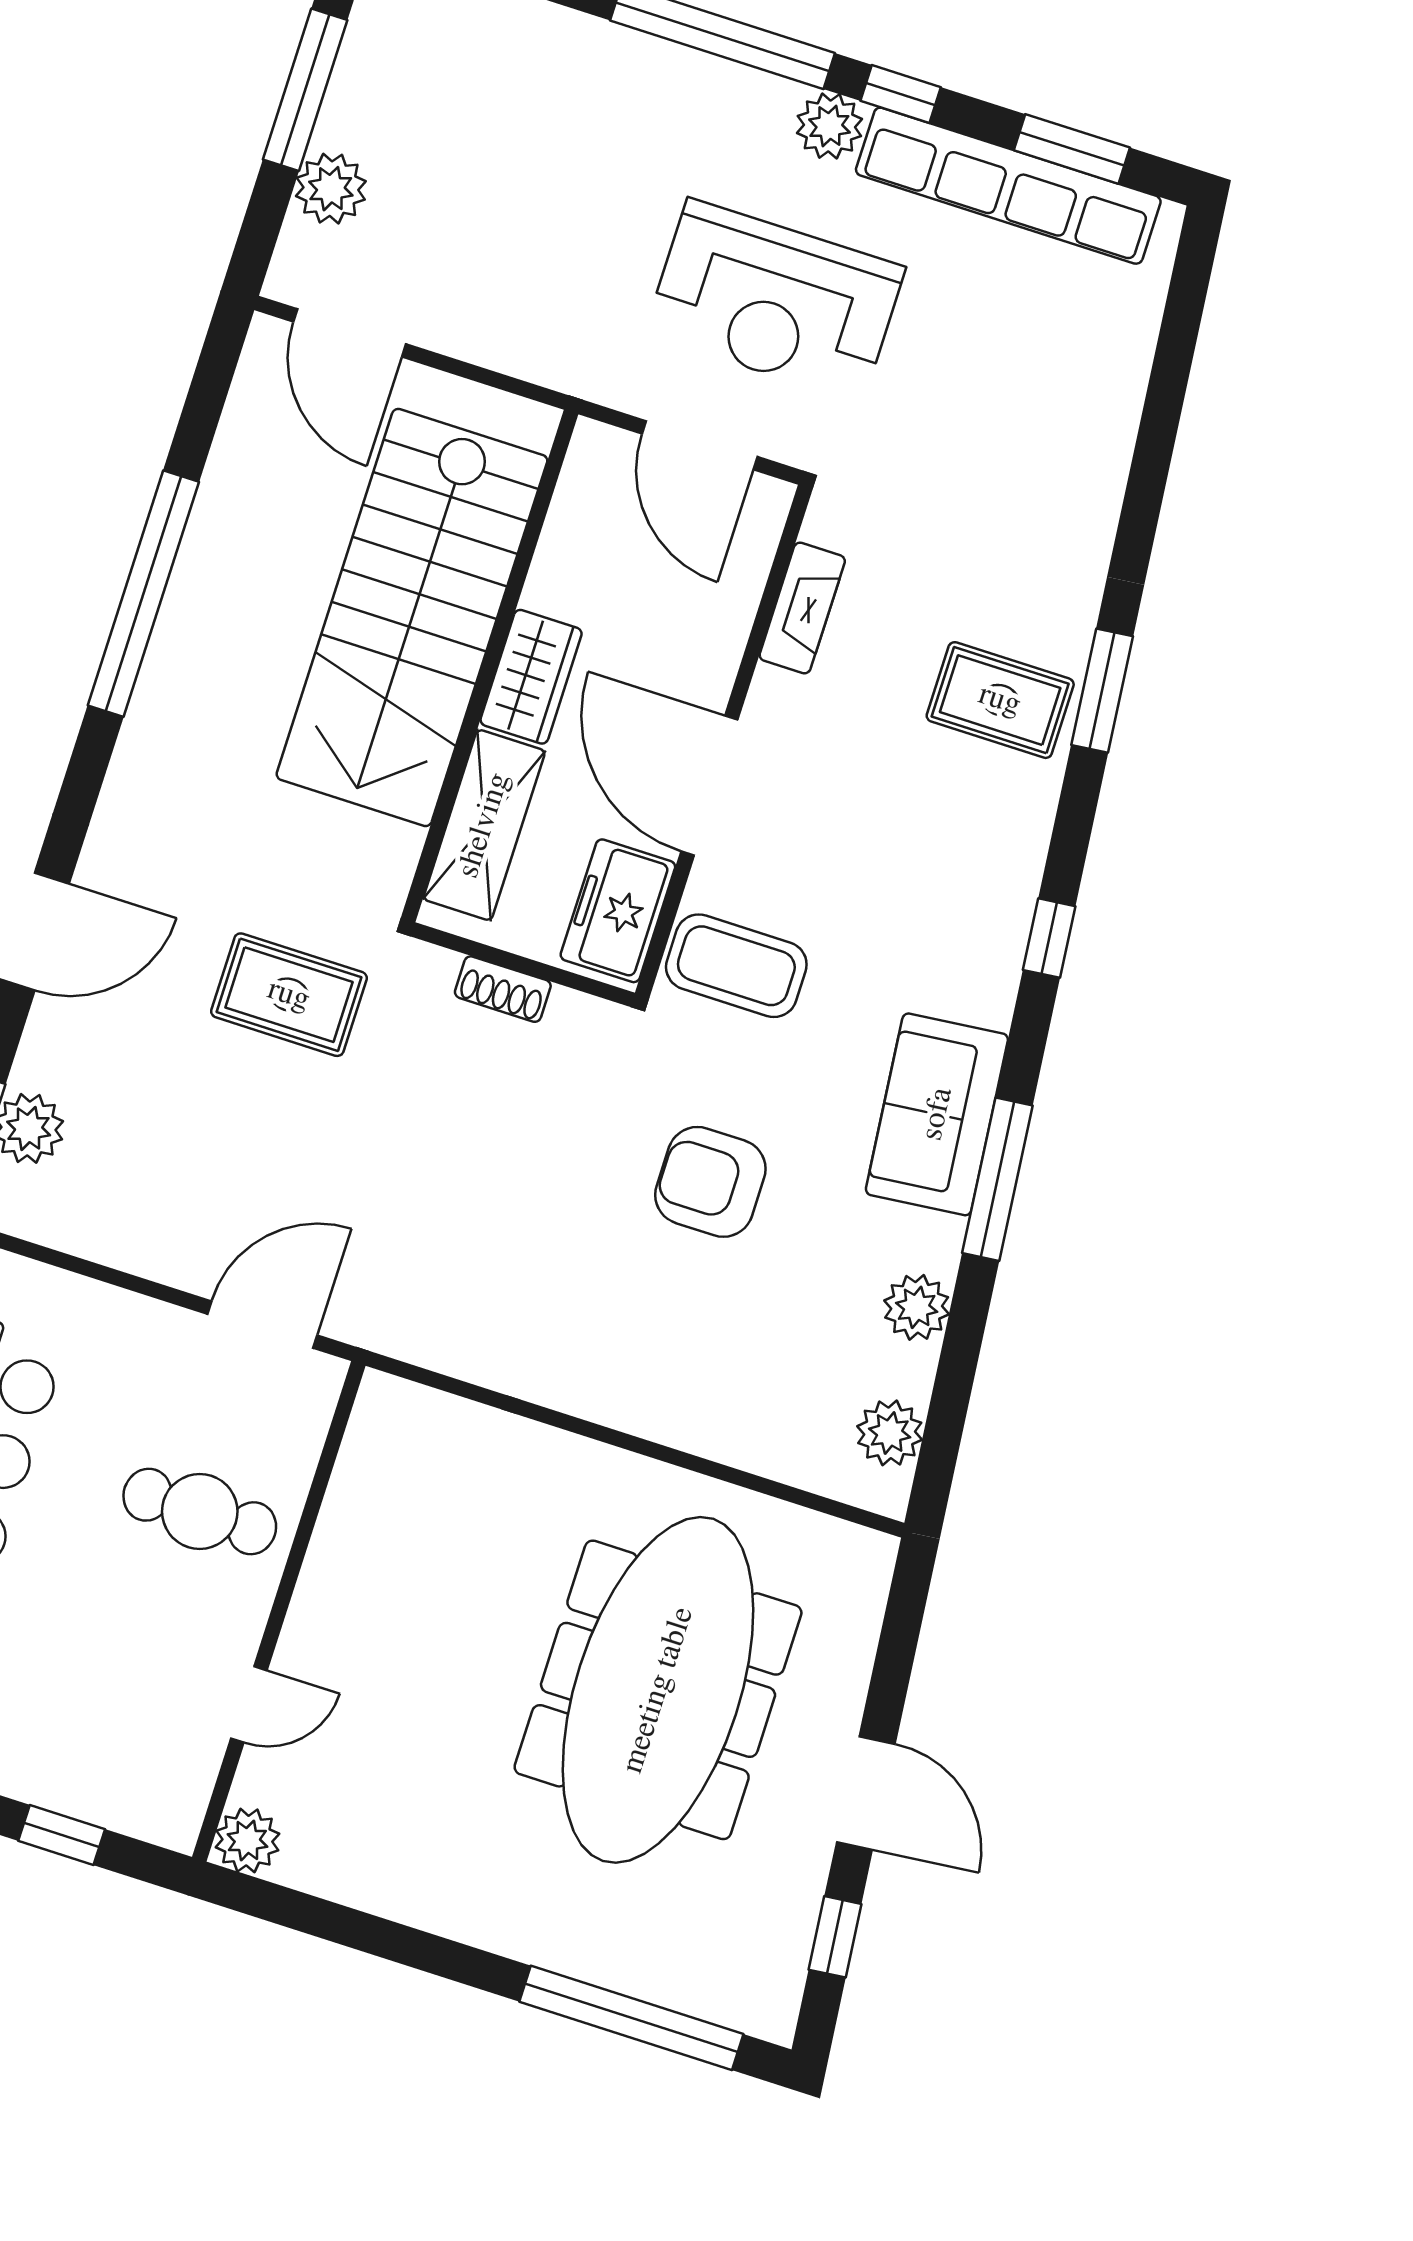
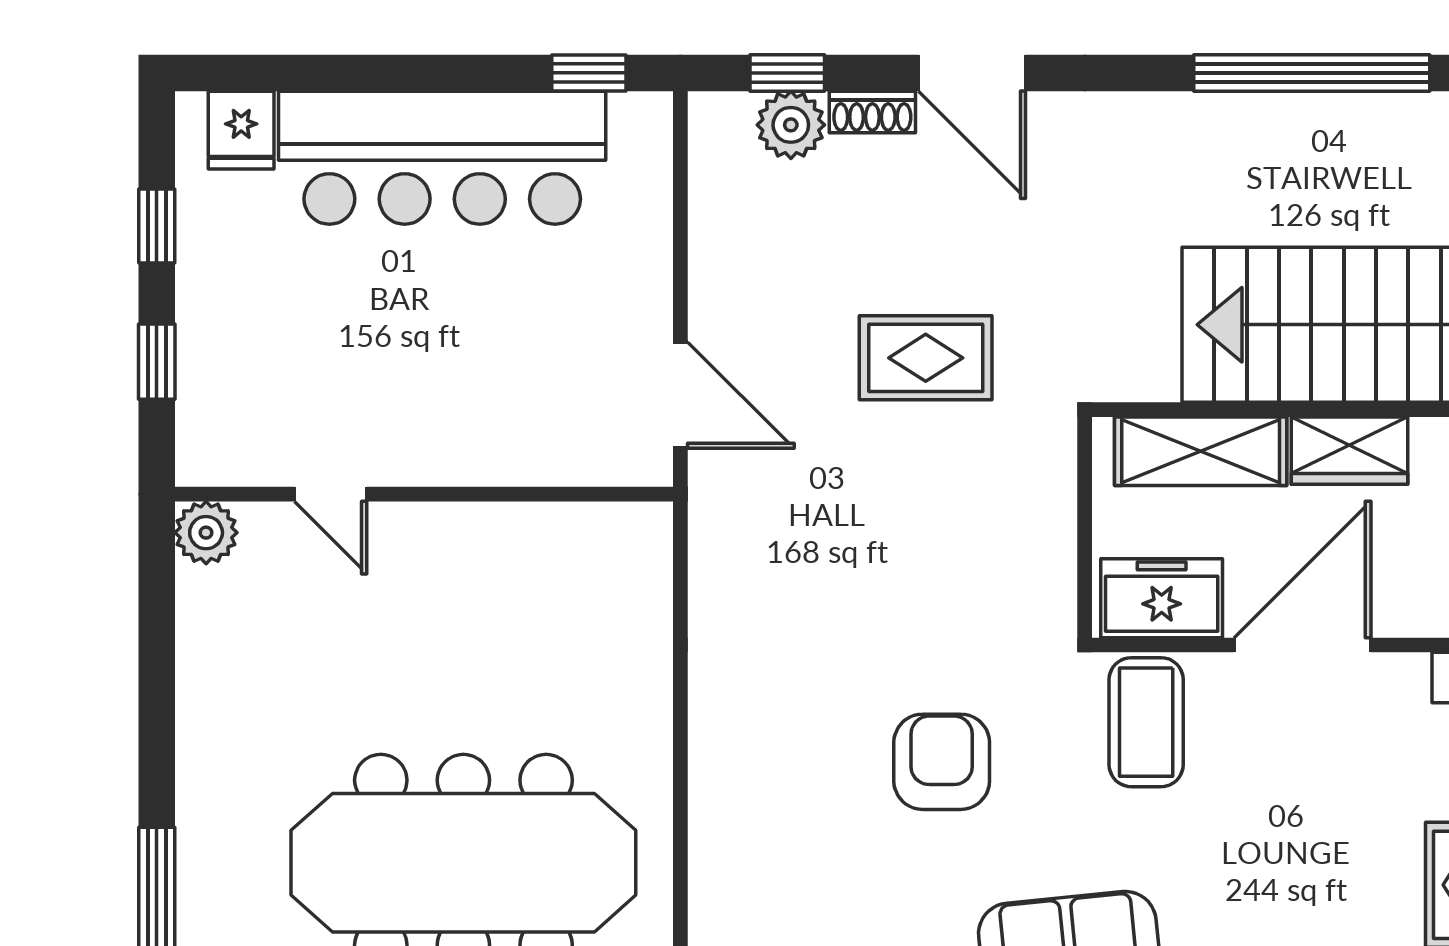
shoe rack: (503, 989) -> (872, 112), moved, turned -90
rug: (289, 995) -> (926, 358), moved, turned 90
cafe table: (200, 1511) -> (492, 393), removed

